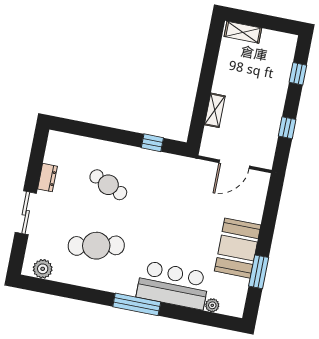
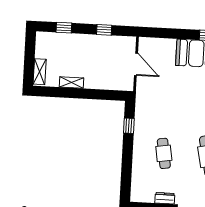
shelving: (215, 110) -> (71, 83), moved
cafe table: (108, 185) -> (164, 153), turned -33

